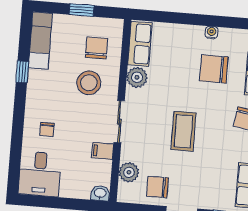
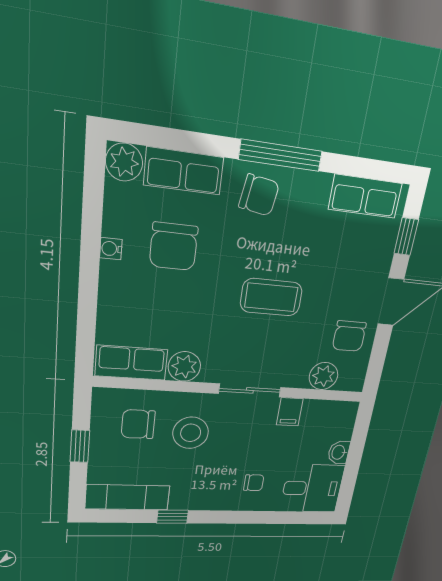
washbasin: (100, 193) -> (339, 452), moved

